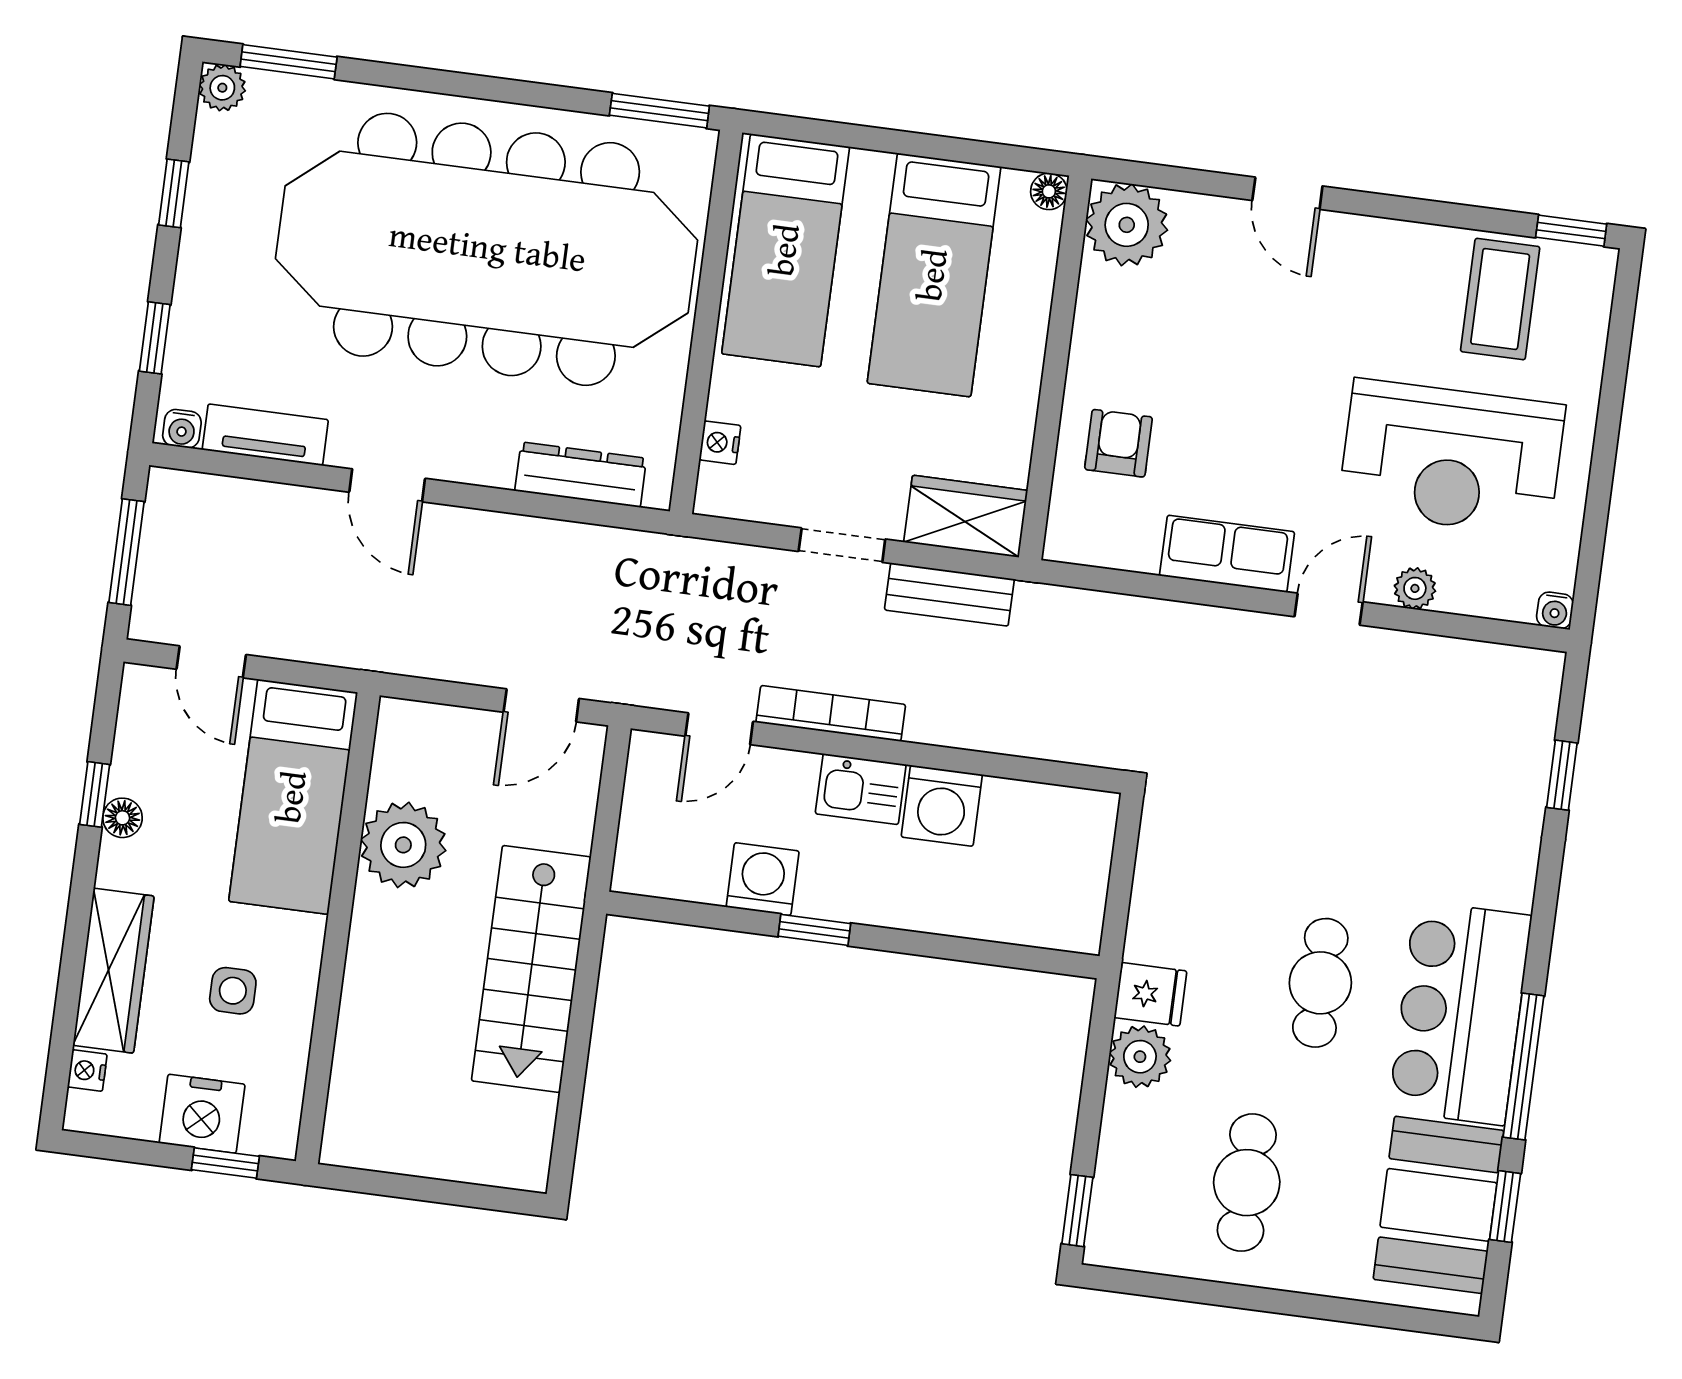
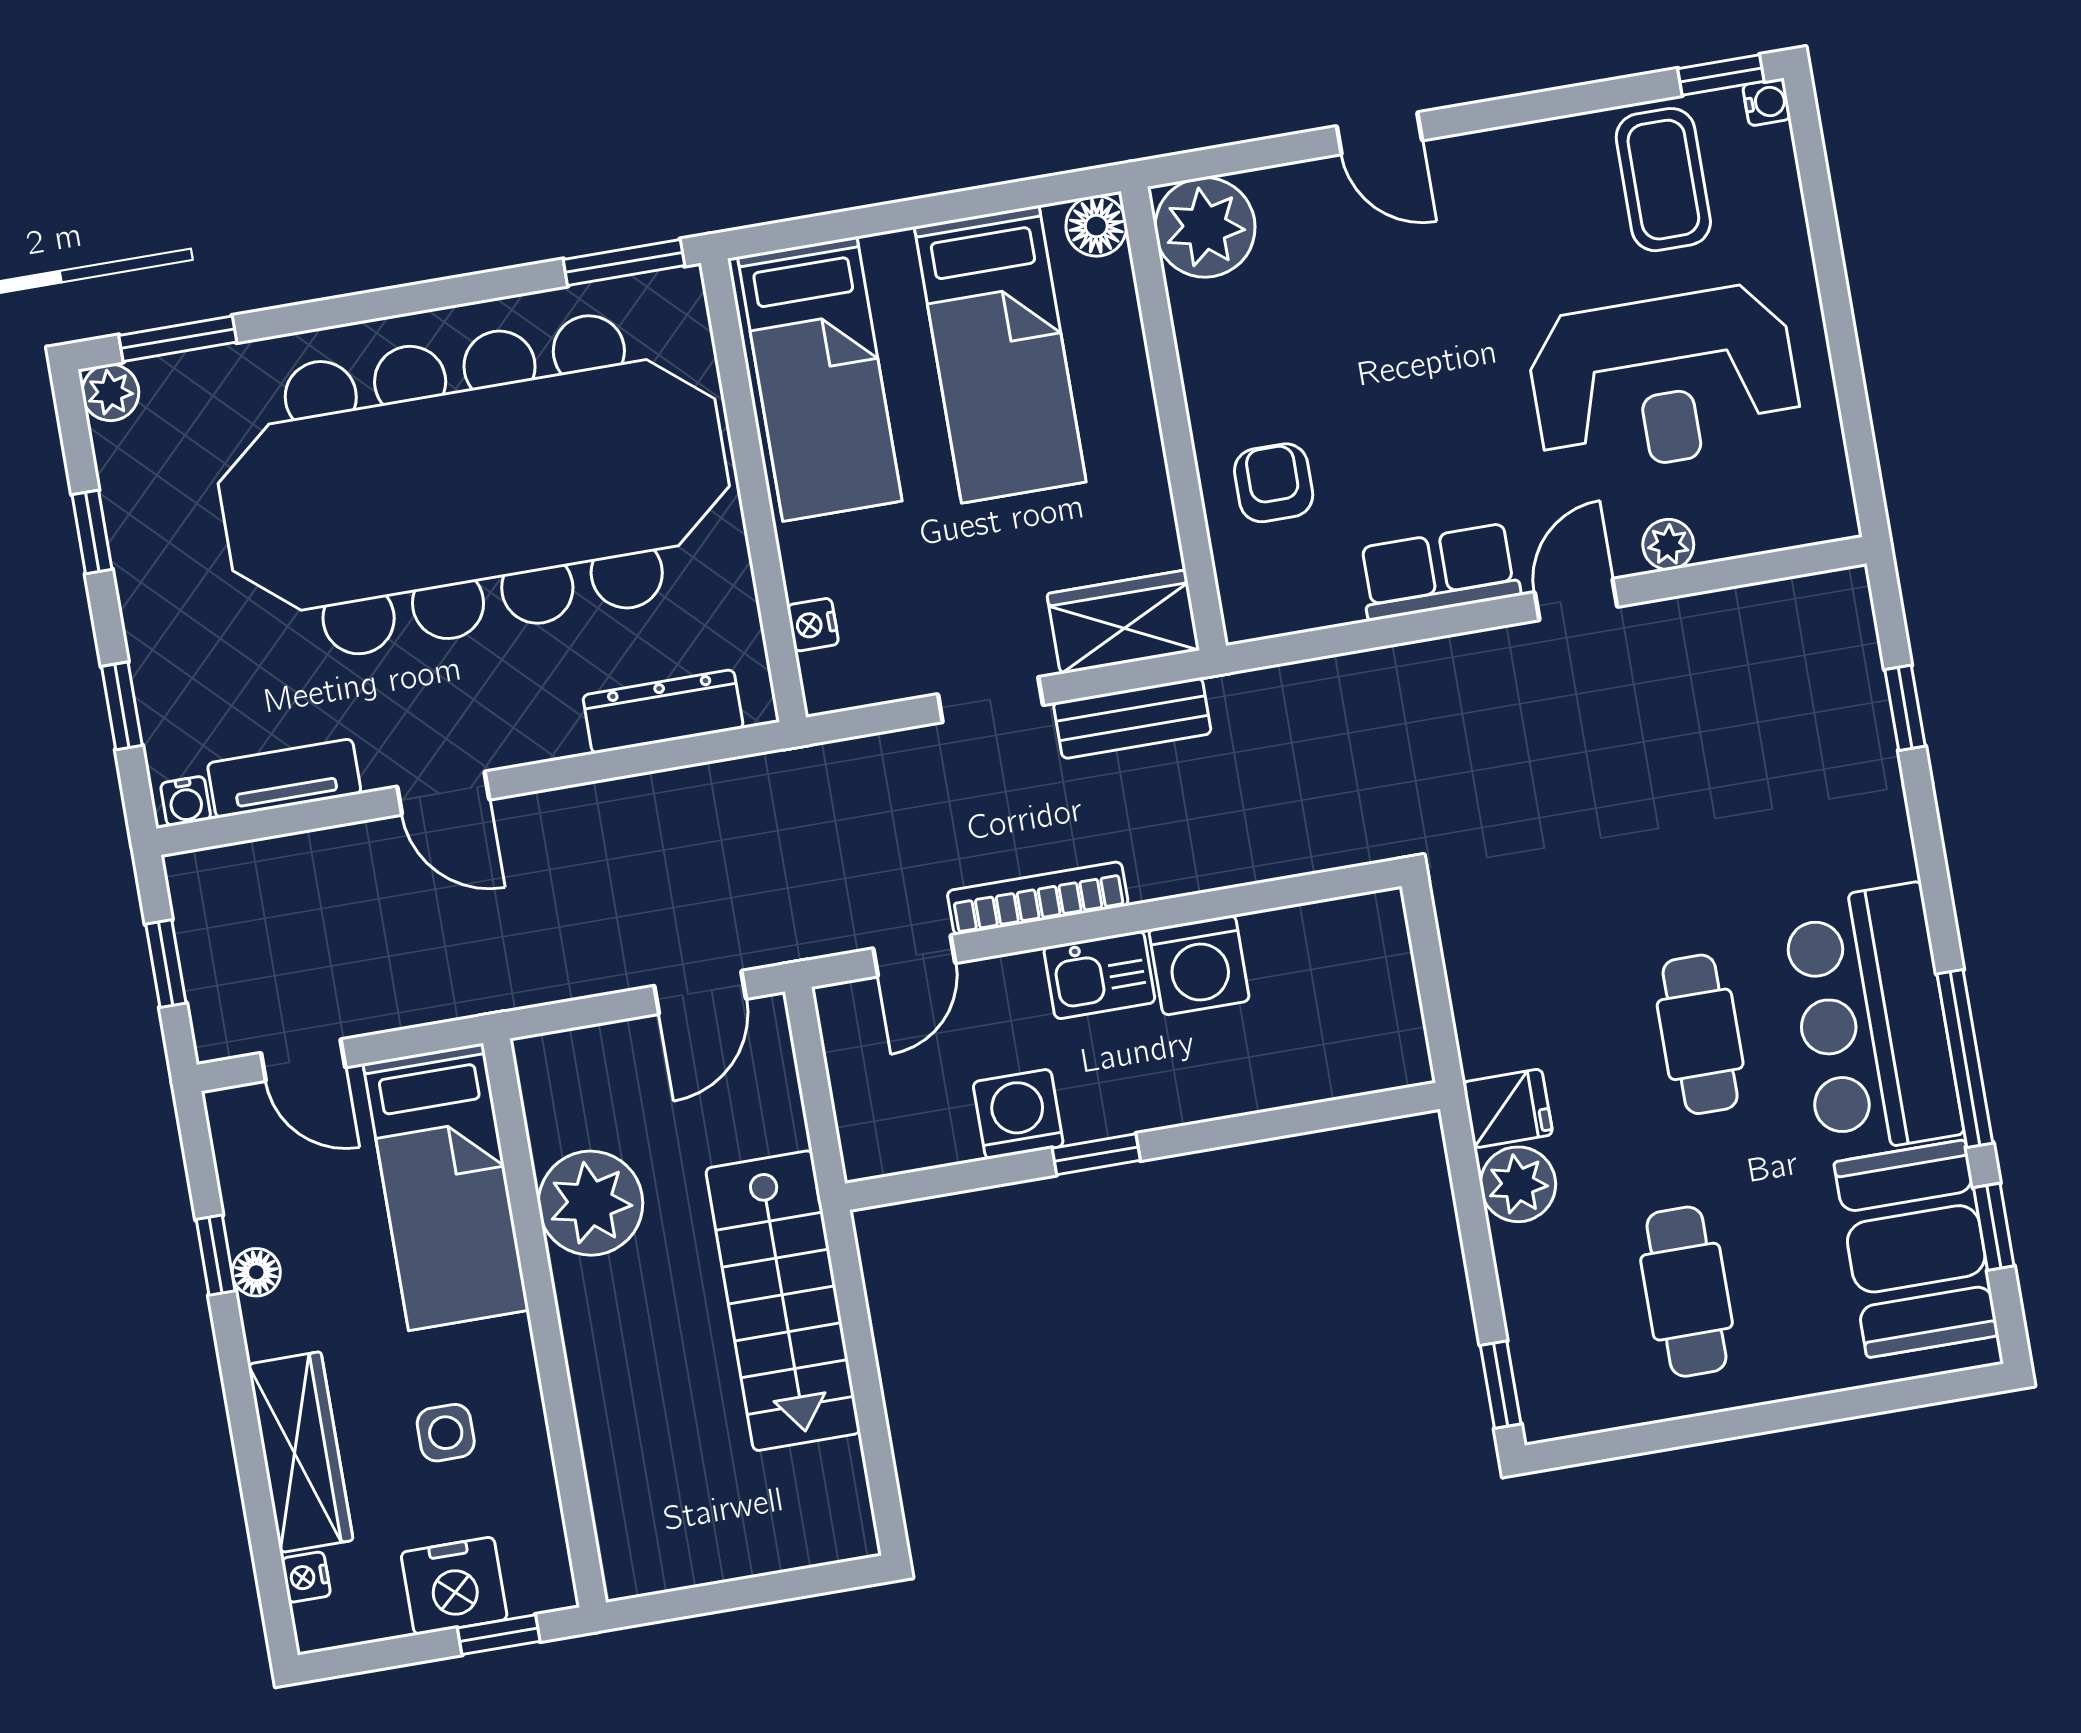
floor lamp: (1049, 191) -> (1096, 226), width x1.37, depth x1.37
window: (127, 552) -> (166, 964), width x0.67
water cooler: (1555, 610) -> (1767, 102), moved, turned -90

